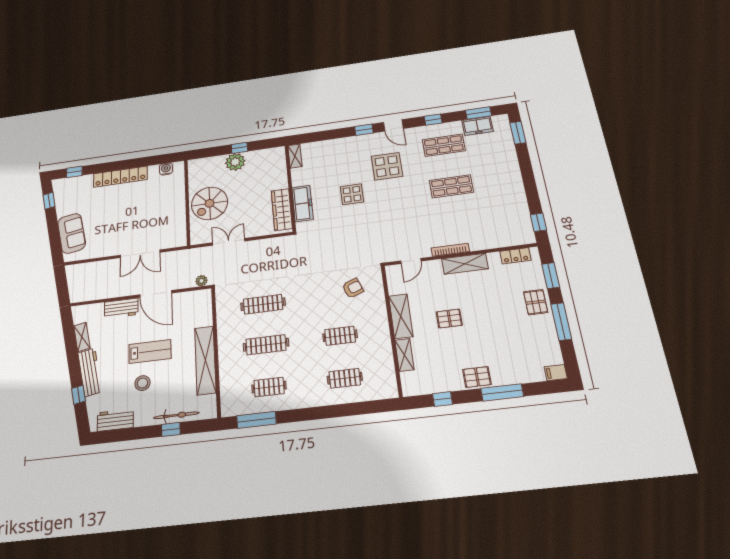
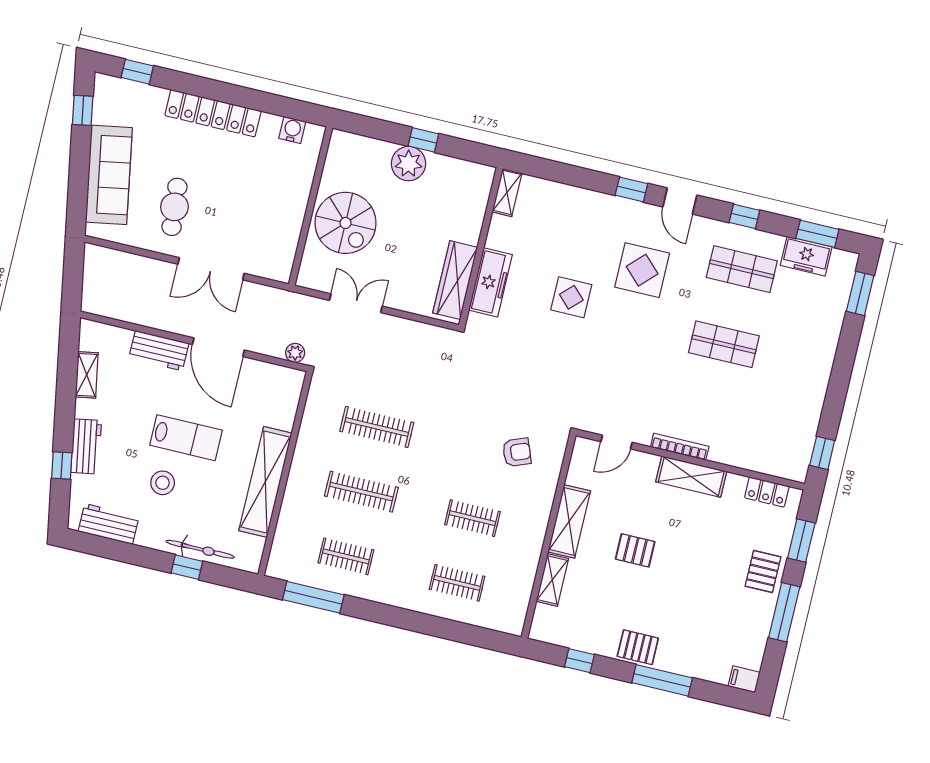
spiral stairs: (210, 203) -> (345, 223), turned -90
cafe table: (111, 230) -> (174, 207), added
sofa: (72, 233) -> (109, 175), width x1.36
workbench: (90, 372) -> (86, 446), width x0.73

